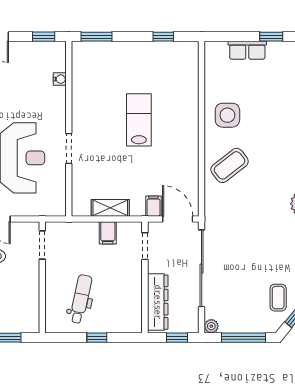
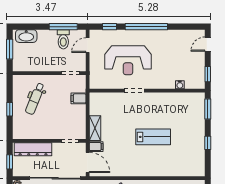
window: (163, 37) -> (208, 143), moved
shelving: (110, 208) -> (95, 128), moved
door: (178, 219) -> (88, 162), hinge flipped
filing cabinet: (108, 233) -> (79, 98), moved
dental chair: (81, 299) -> (35, 99), turned 100

